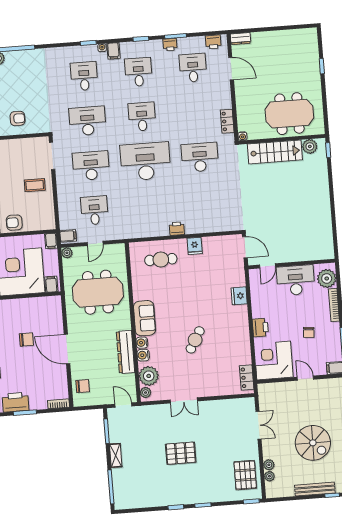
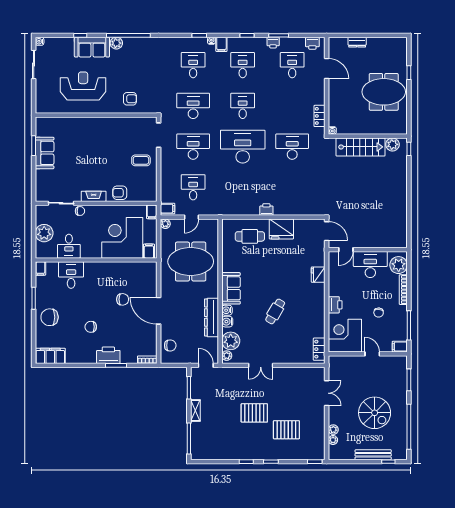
dresser: (241, 39) -> (357, 42), moved
meeting table: (289, 114) -> (384, 92), moved
fridge: (195, 246) -> (281, 229), width x1.88, depth x1.34
pallet: (245, 475) -> (286, 430), moved, turned 90

